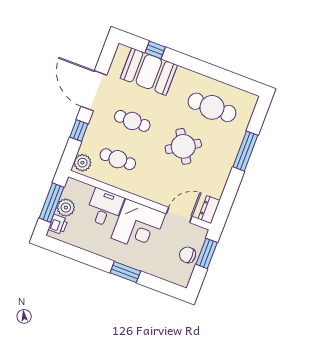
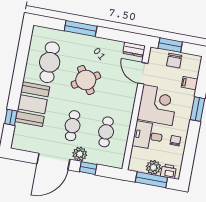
booth: (149, 72) -> (32, 104), moved
plant: (82, 163) -> (80, 154), moved
chair: (93, 239) -> (175, 141), added
filing cabinet: (158, 268) -> (190, 83), added

